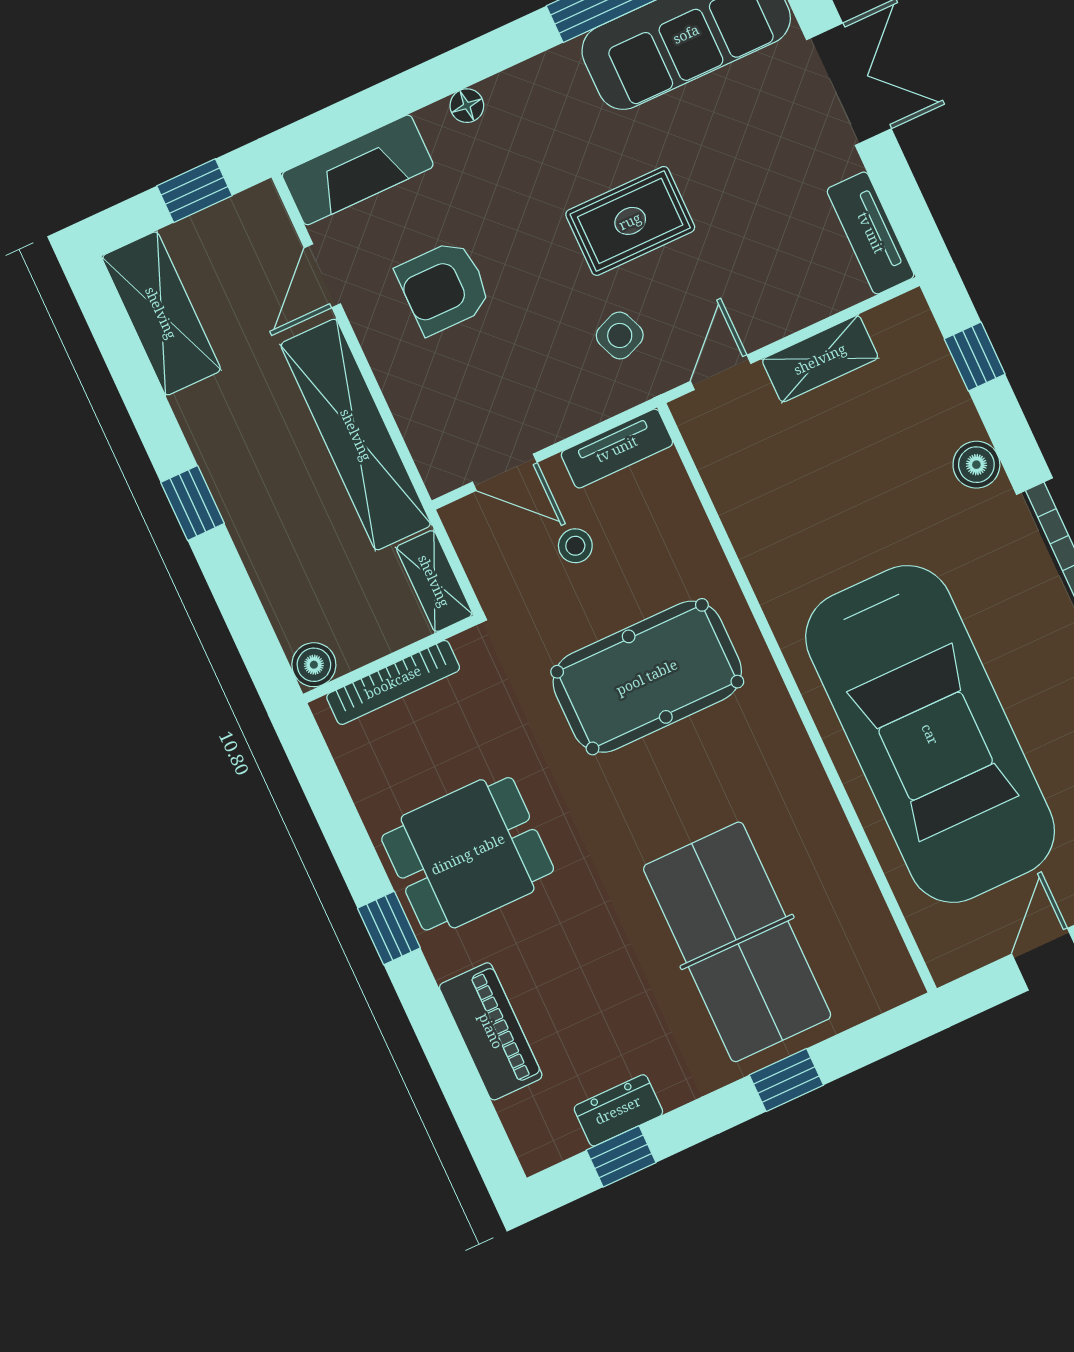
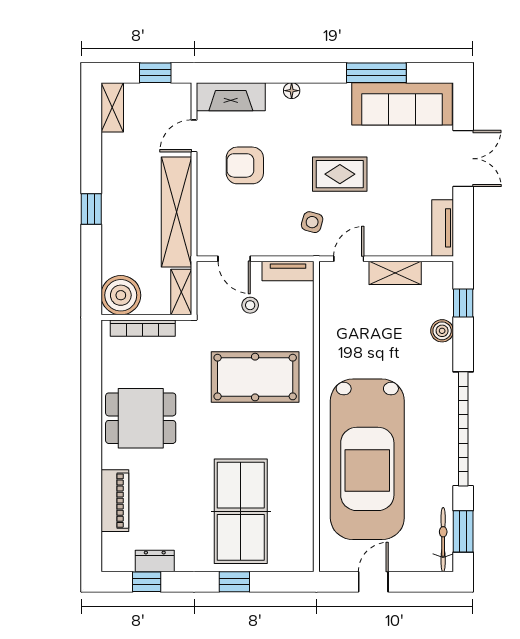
shelving: (161, 313) -> (112, 107), width x0.67, depth x0.75
side table: (620, 335) -> (312, 222), turned 38
boiler: (976, 465) -> (442, 331), moved
boiler: (314, 665) -> (121, 295), width x1.86, depth x1.86
window: (389, 928) -> (91, 435), removed

